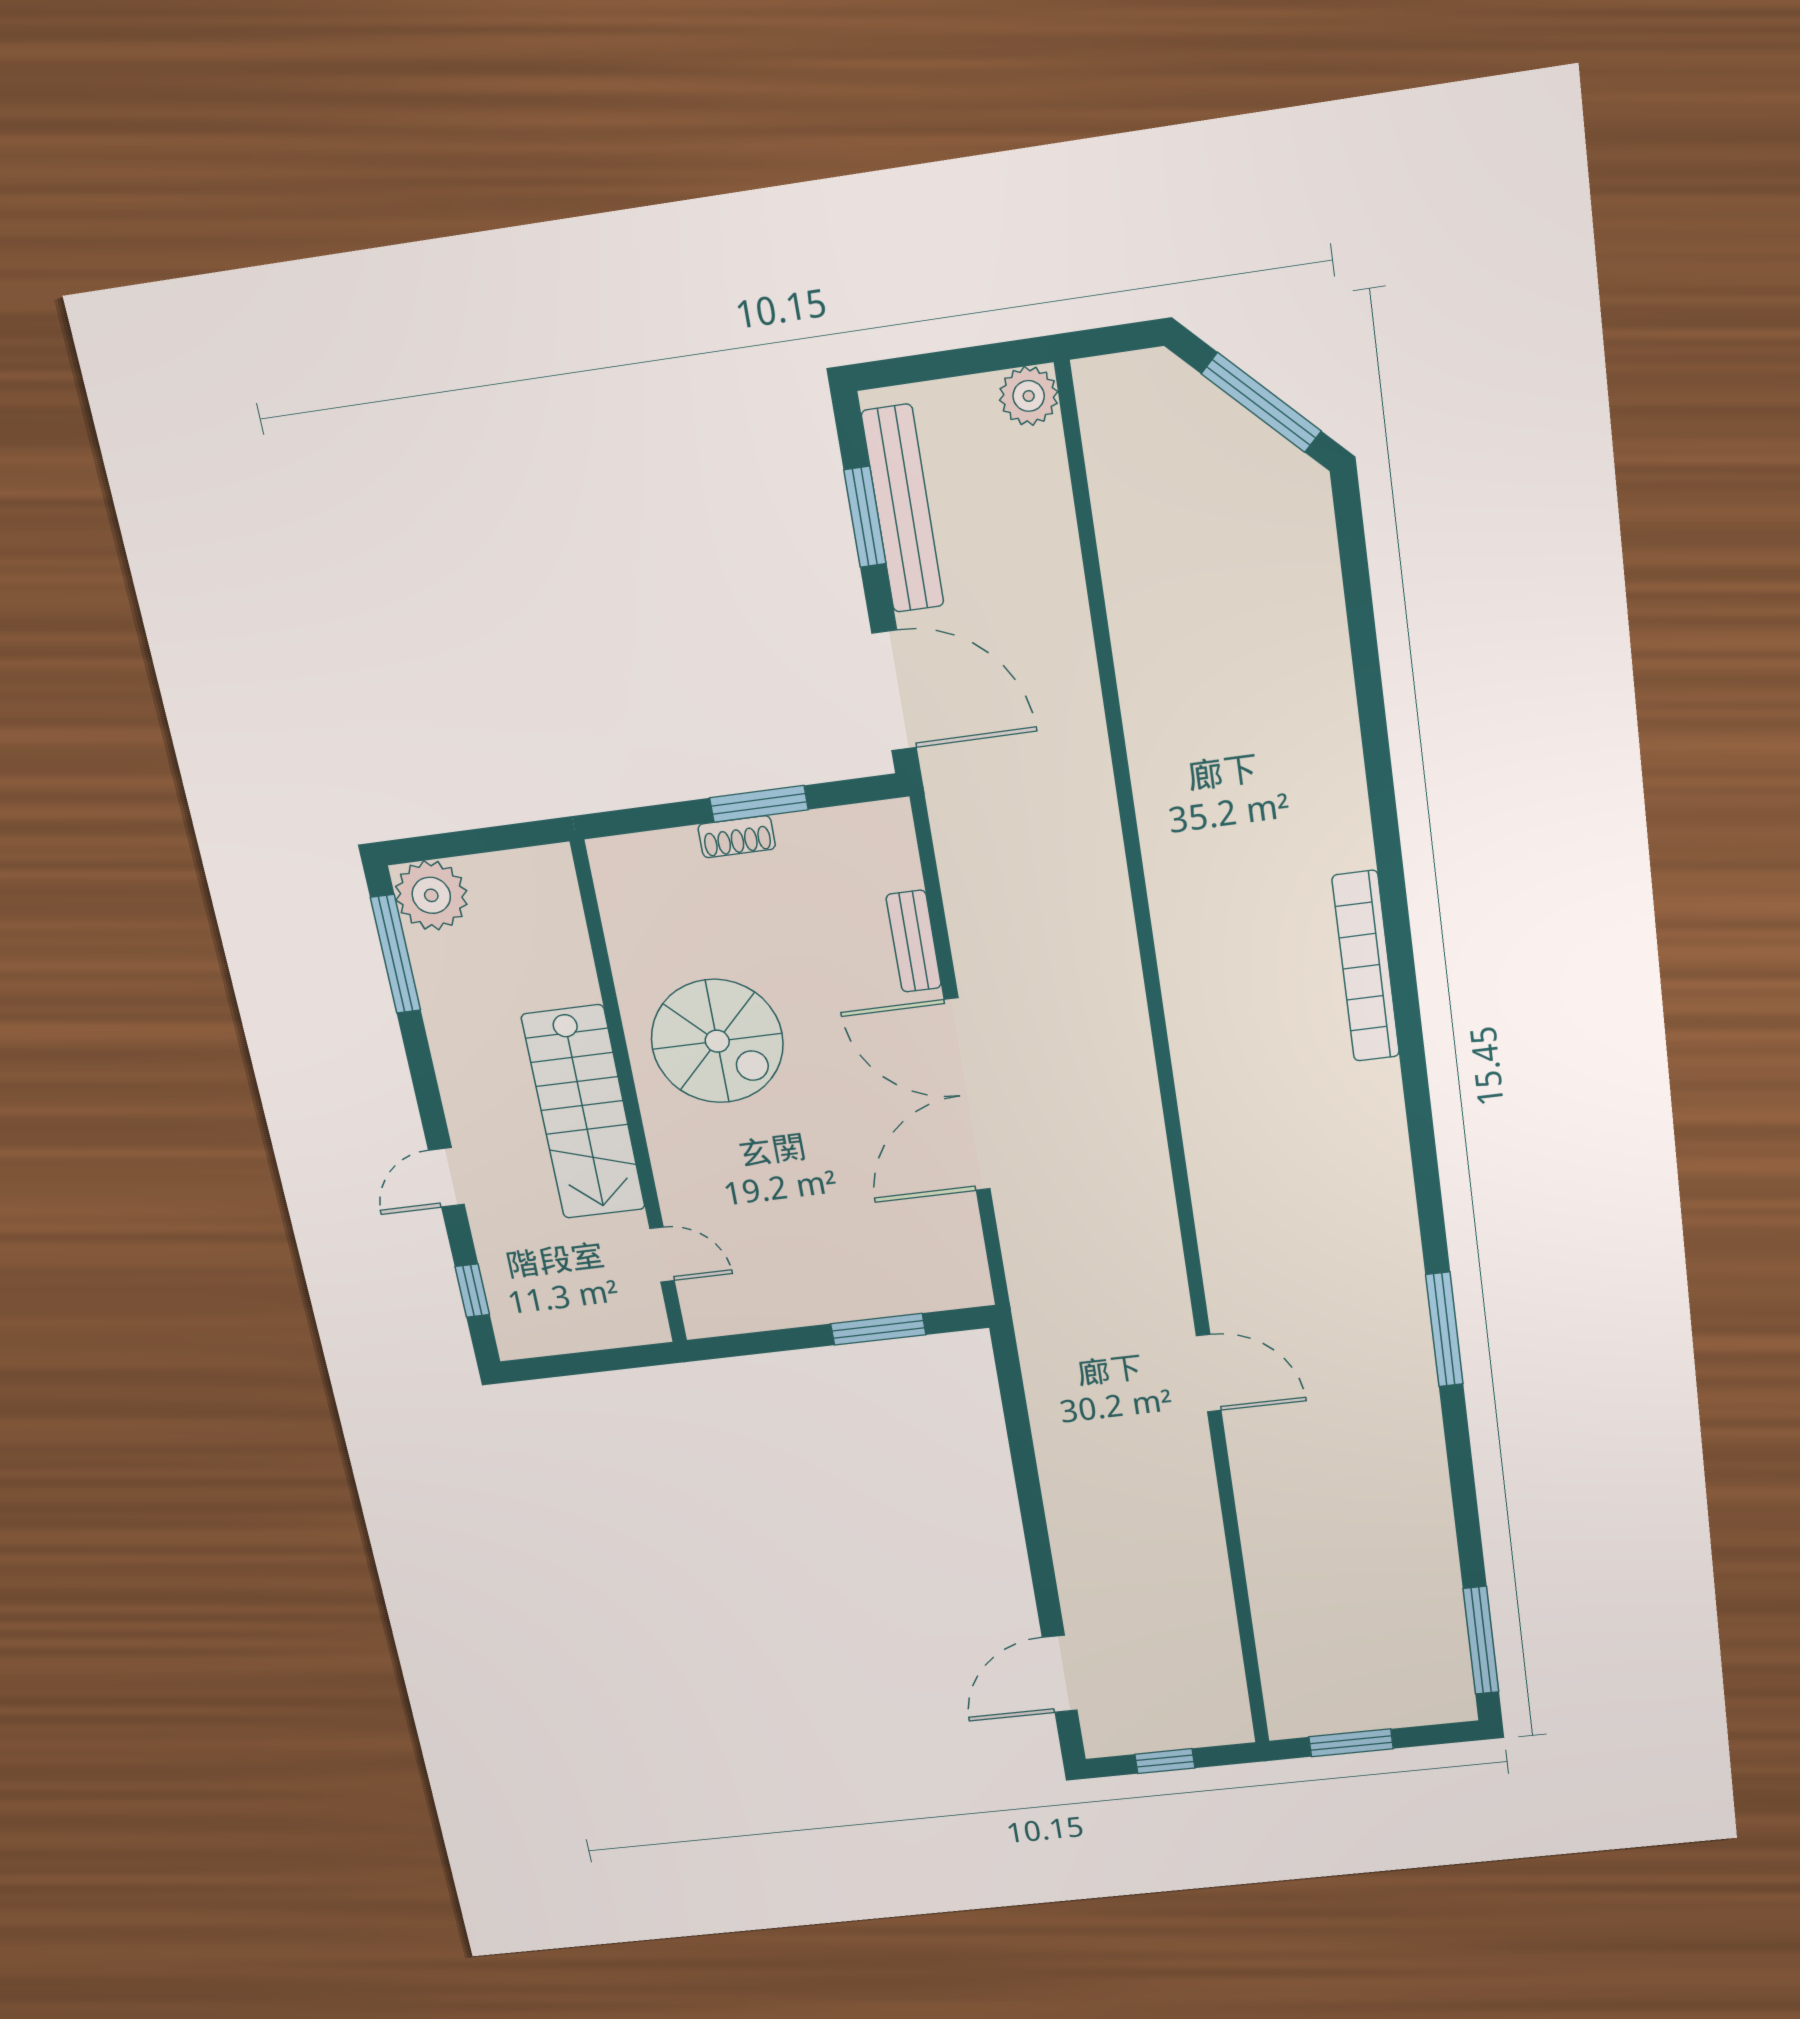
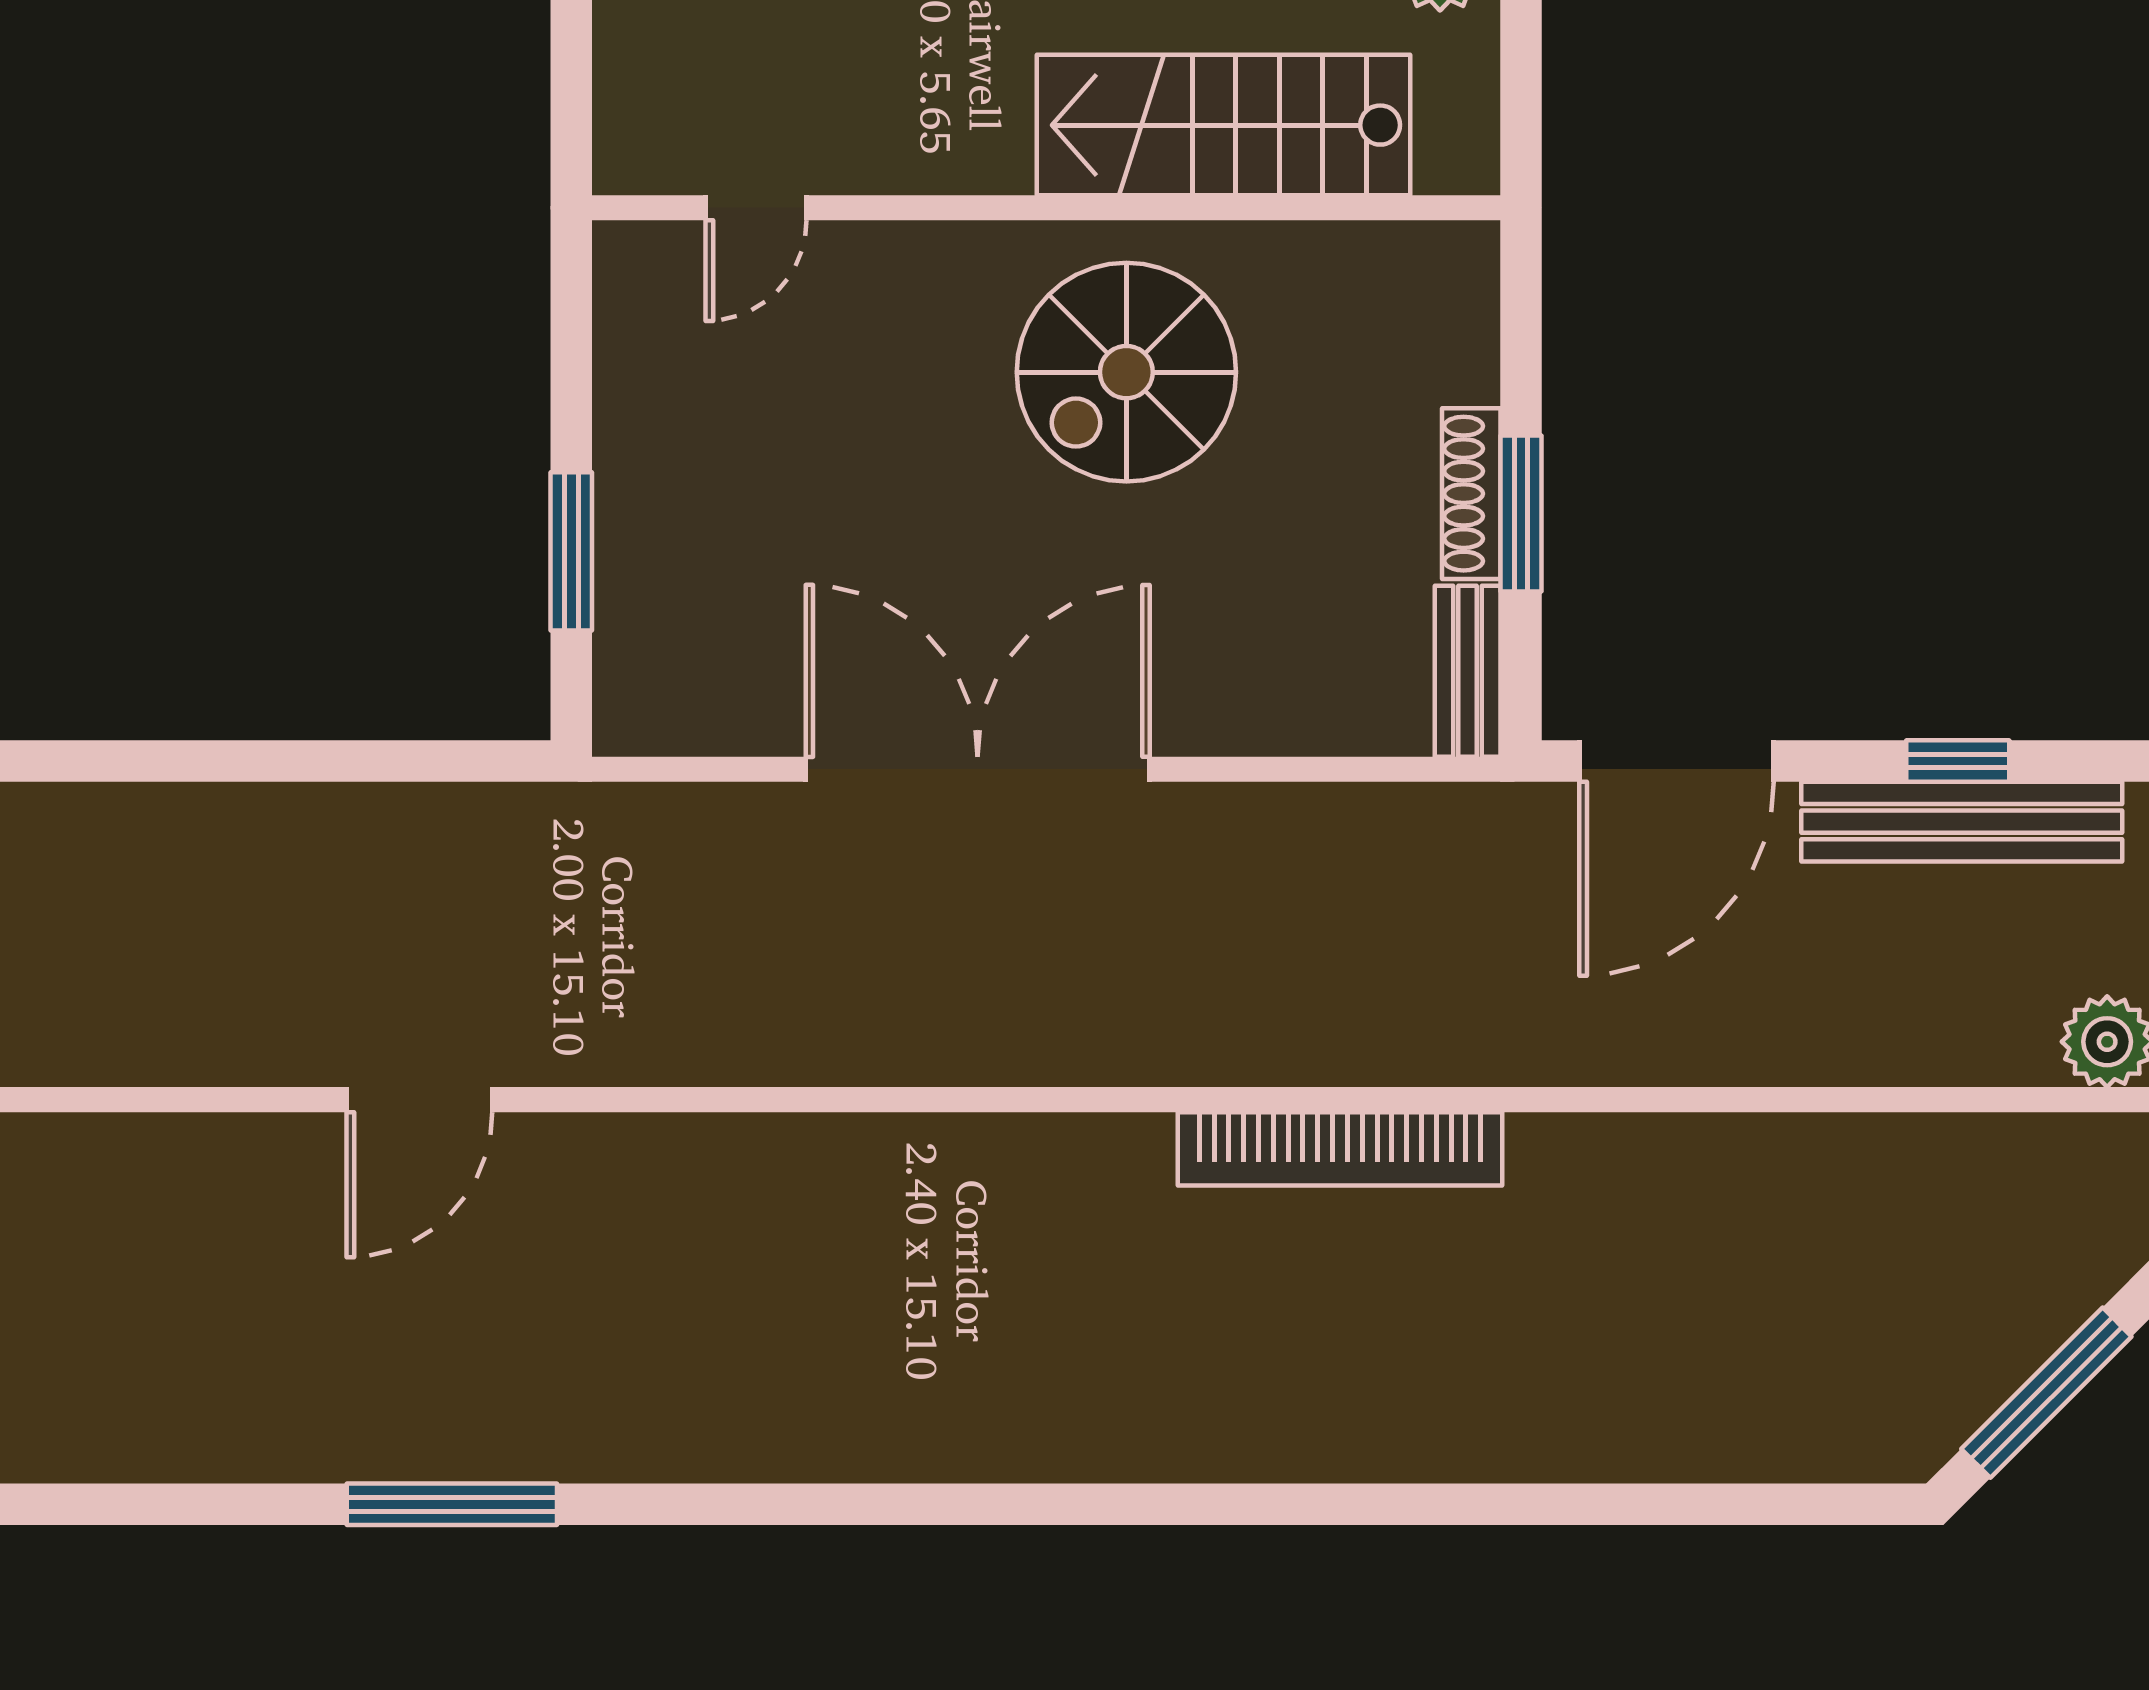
window: (865, 517) -> (1958, 761), width x0.67
shoe rack: (737, 837) -> (1471, 494), width x1.43
bench: (914, 941) -> (1468, 671), moved, turned 90
bookcase: (1366, 966) -> (1340, 1149), moved, turned 180
stairs: (583, 1112) -> (1223, 125), moved

